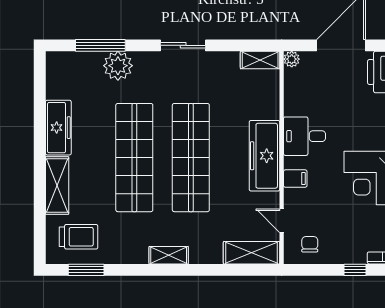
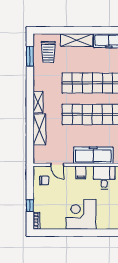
door: (282, 221) -> (57, 165), swing flipped
shelving: (252, 253) -> (39, 129), moved

